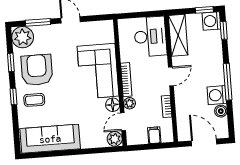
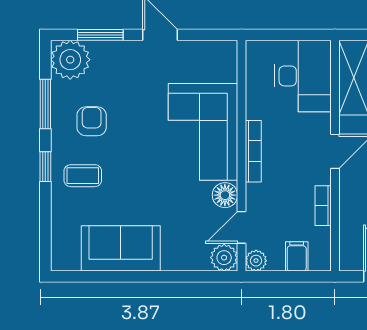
window: (11, 62) -> (45, 104), width x1.50
armchair: (37, 70) -> (92, 121), width x0.53, depth x0.53
plant: (130, 103) -> (256, 261), moved
sofa: (50, 139) -> (121, 248), width x0.73

